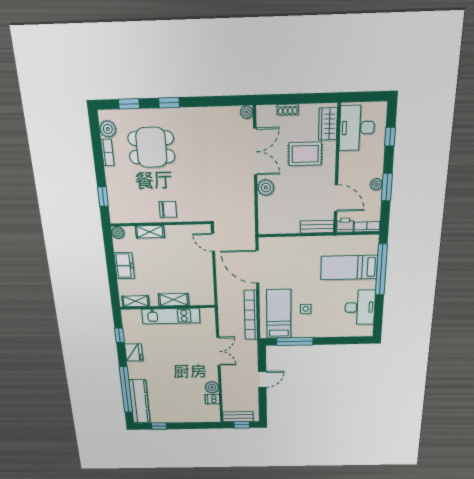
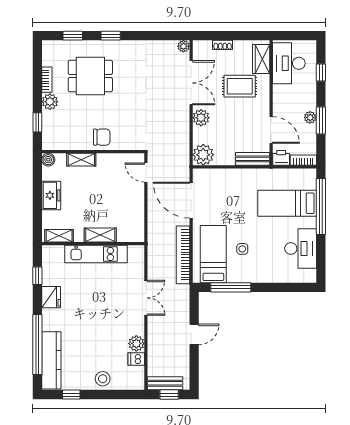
plant: (108, 129) -> (50, 102), moved
plant: (268, 224) -> (203, 155), added
stool: (185, 414) -> (103, 379), added

